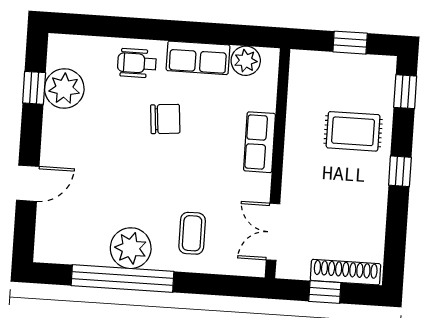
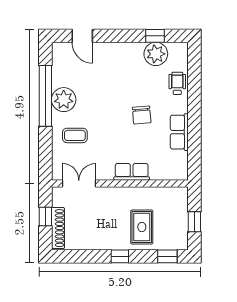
plant: (246, 61) -> (179, 160), removed
wheelchair: (137, 63) -> (177, 83), moved
door: (28, 183) -> (82, 36), moved

